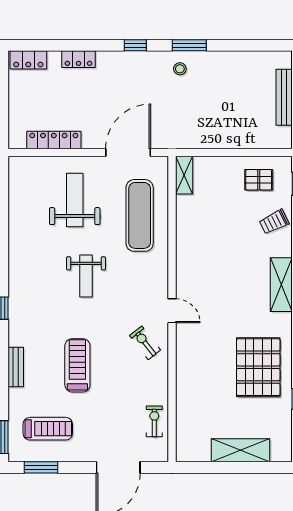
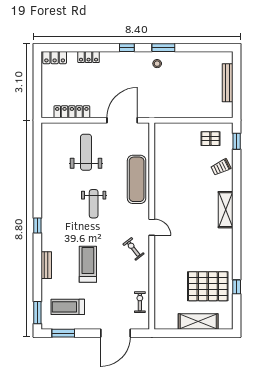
shelving: (184, 175) -> (160, 135), removed
exercise mat: (140, 215) -> (137, 179), moved
pallet: (258, 367) -> (208, 286), moved, turned 90
treadmill: (48, 429) -> (68, 307), turned 180

